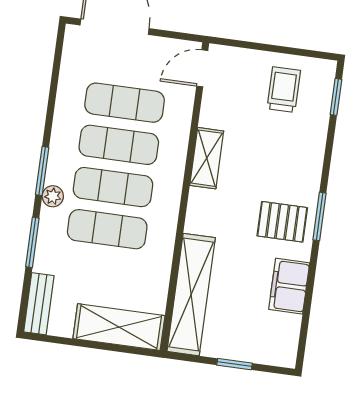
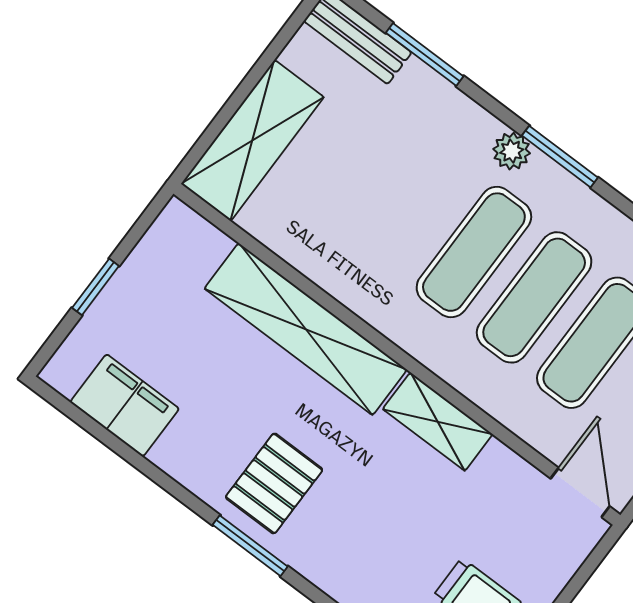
exercise mat: (107, 229) -> (414, 207), removed
window: (32, 242) -> (425, 55), moved
filing cabinet: (289, 286) -> (125, 405), moved
shelving: (191, 295) -> (306, 329), moved

